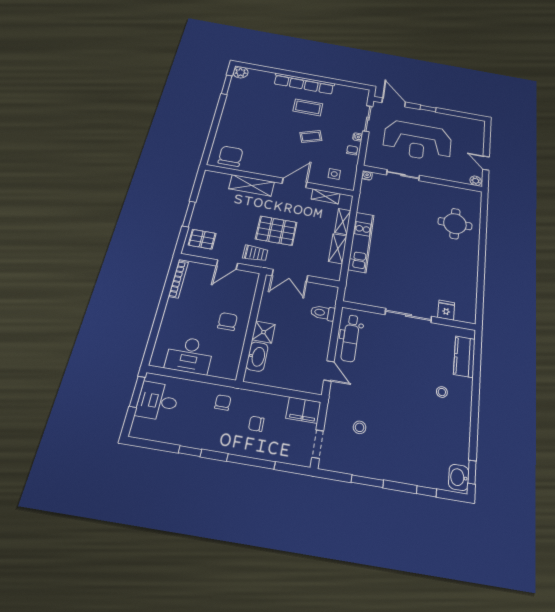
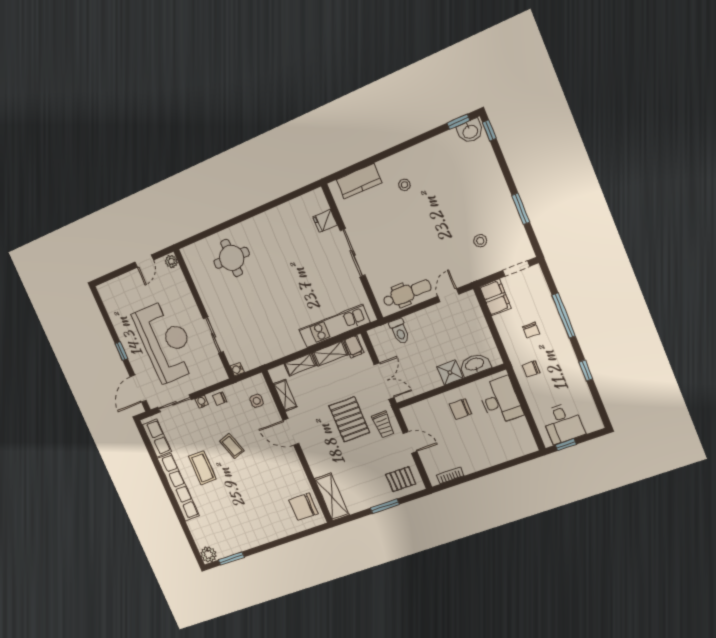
row of seats: (350, 92) -> (157, 438), added
shelving: (252, 185) -> (332, 497), moved
pallet: (202, 239) -> (401, 479), turned 90
kitchen unit: (361, 242) -> (334, 326), moved
trolley: (255, 253) -> (383, 425), turned 180
filing cabinet: (332, 270) -> (354, 346), added
bookcase: (178, 279) -> (450, 475), width x0.64
desk: (189, 355) -> (500, 401), moved
window: (137, 392) -> (566, 445), width x0.67
window: (427, 491) -> (489, 130), moved

